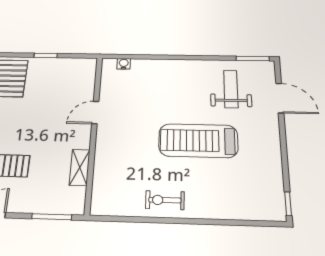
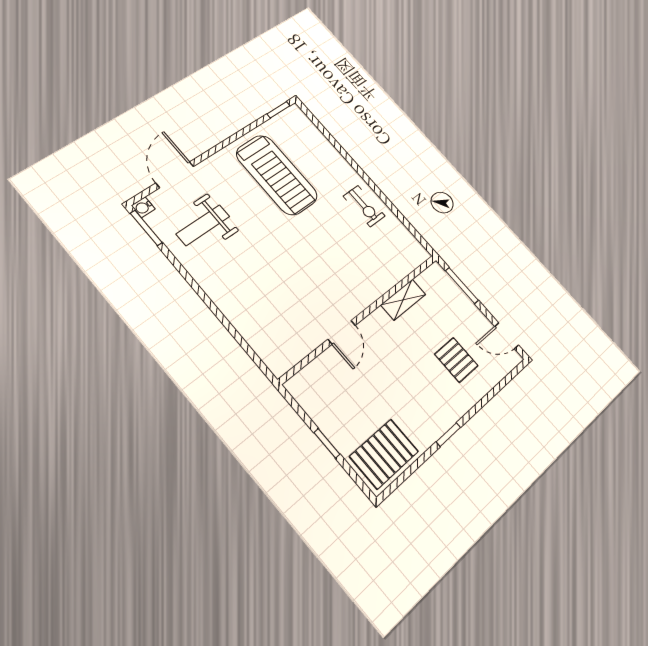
water cooler: (124, 64) -> (143, 207), moved
door: (95, 113) -> (342, 332), hinge flipped
treadmill: (198, 141) -> (277, 175), moved

